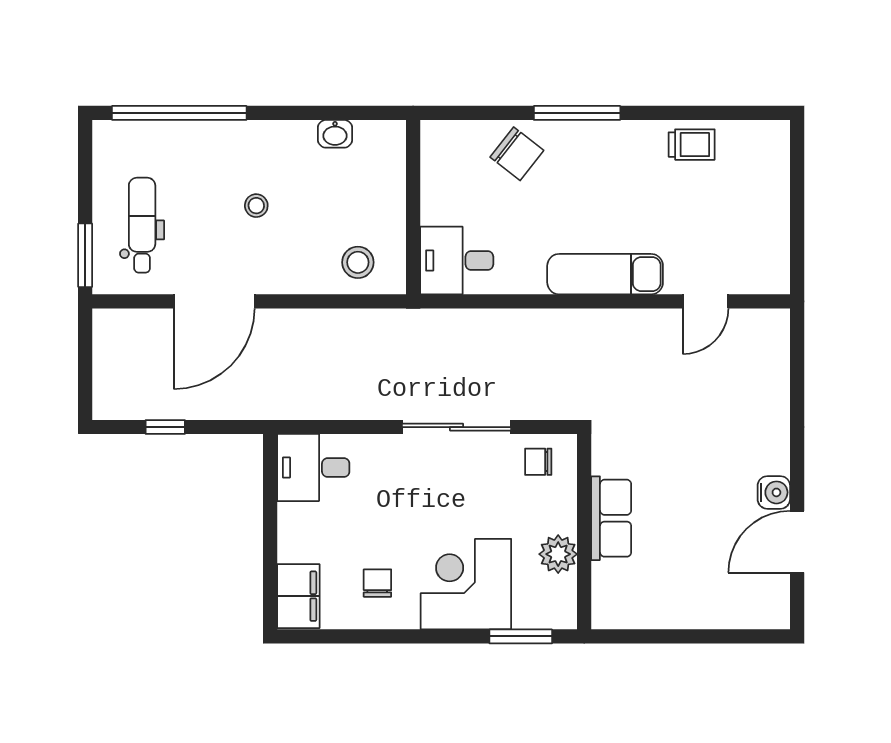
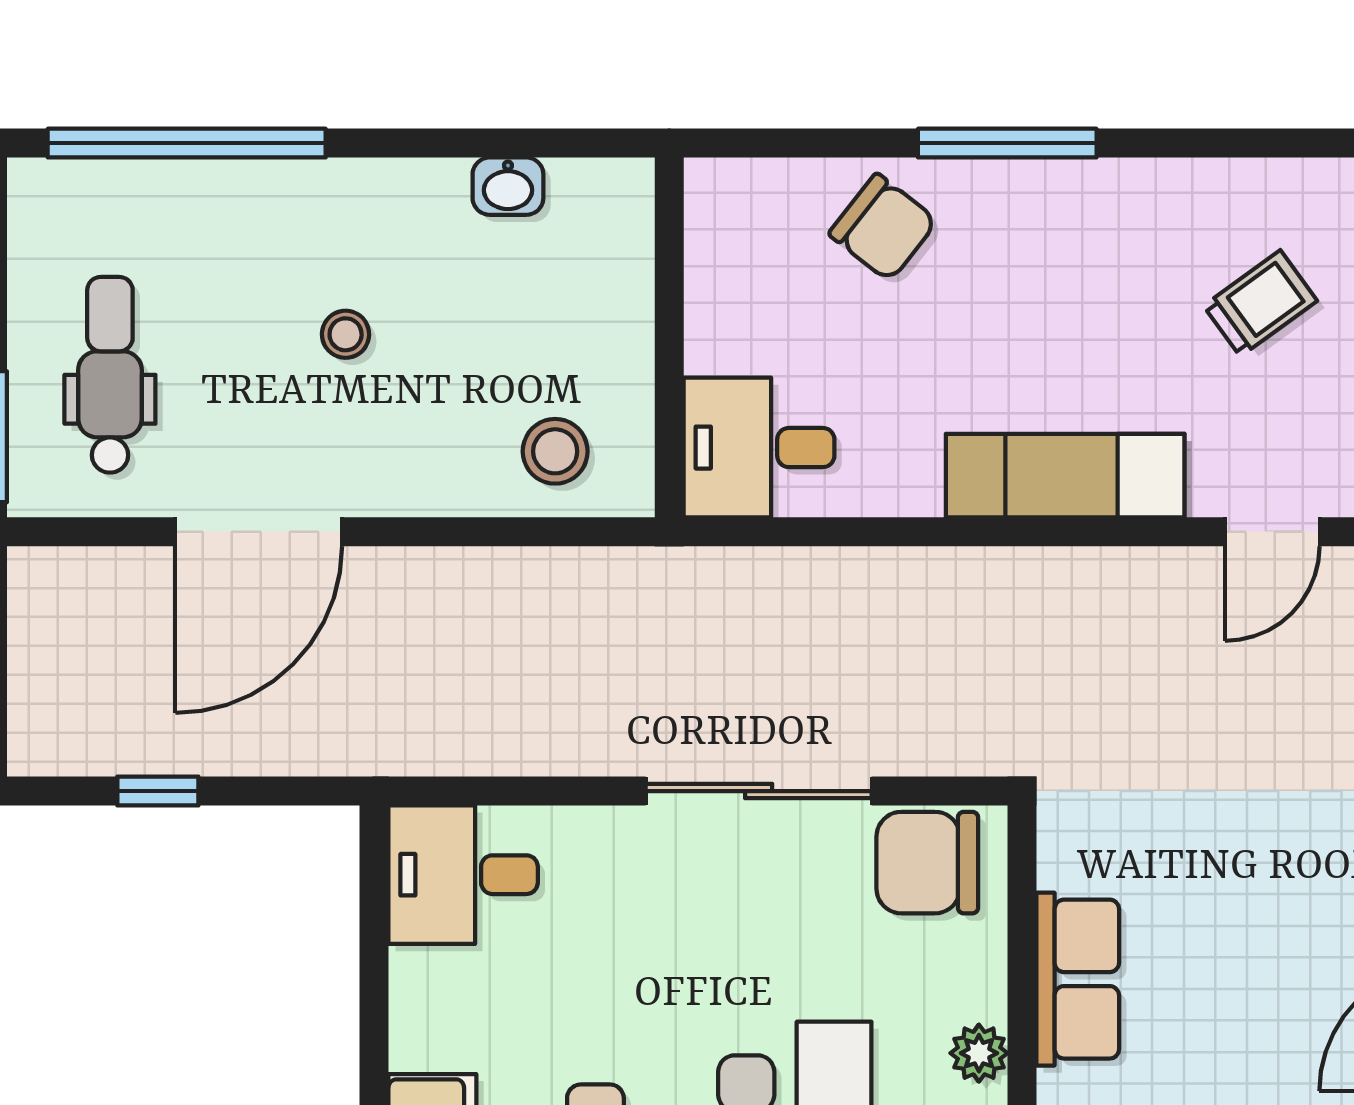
trolley: (692, 145) -> (1260, 303), moved, turned -36
chair: (538, 462) -> (927, 863), width x1.87, depth x1.87
plant: (558, 554) -> (979, 1053), width x0.73, depth x0.73

